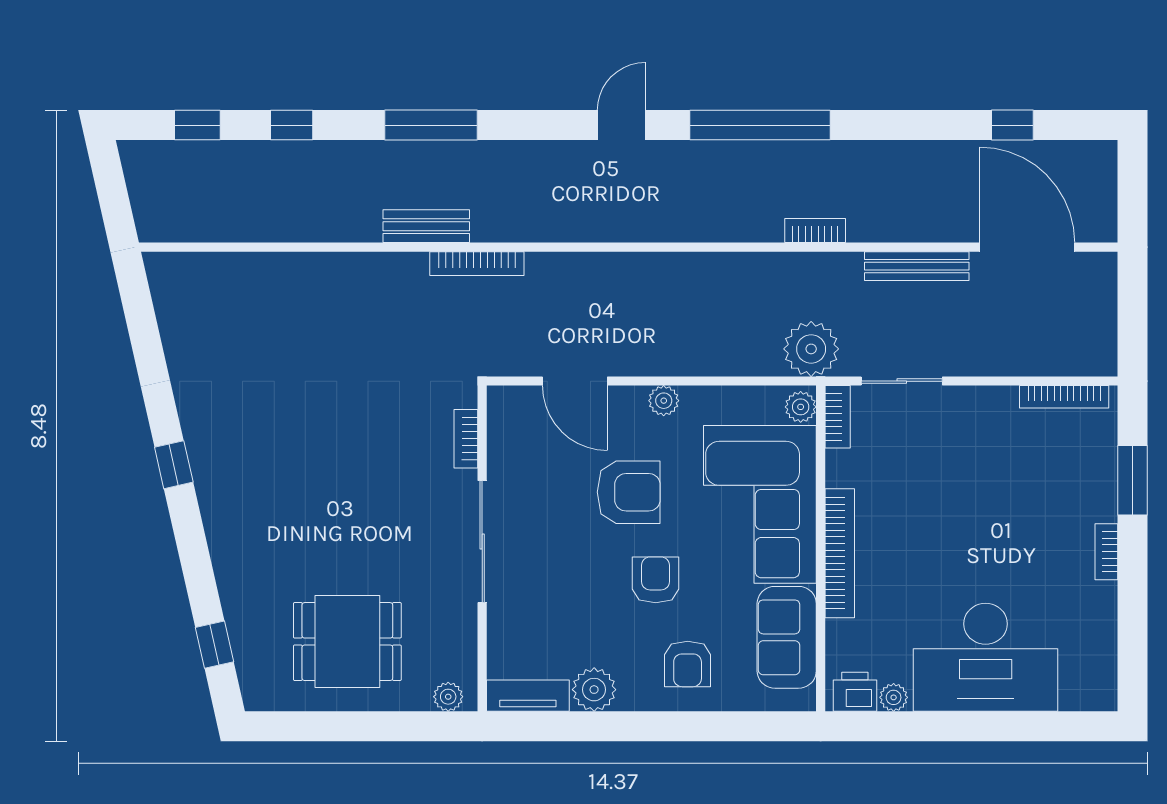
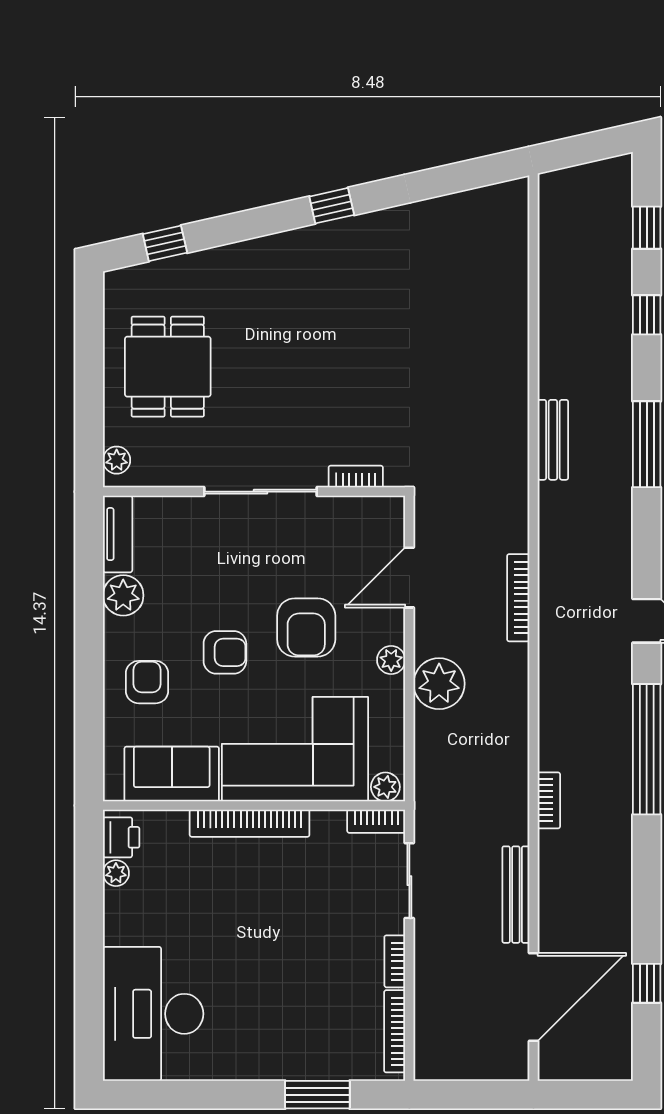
bookcase: (477, 264) -> (518, 598), moved
plant: (811, 349) -> (439, 684), moved
bookcase: (1106, 552) -> (395, 961), moved, turned -90
desk: (986, 657) -> (153, 1014), moved
armchair: (688, 664) -> (147, 682), turned 90

